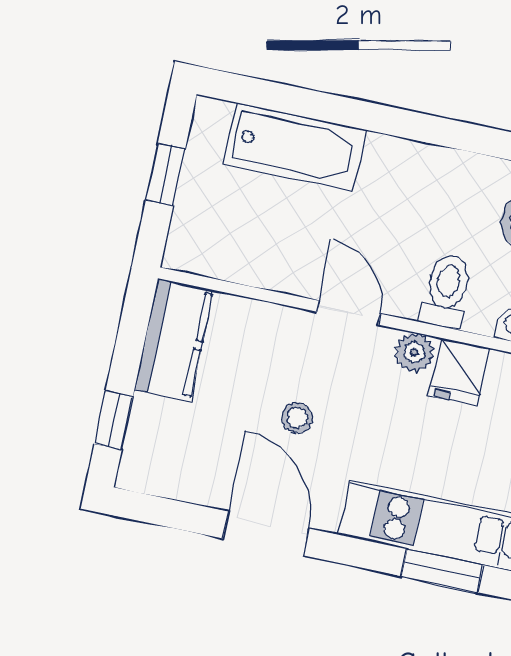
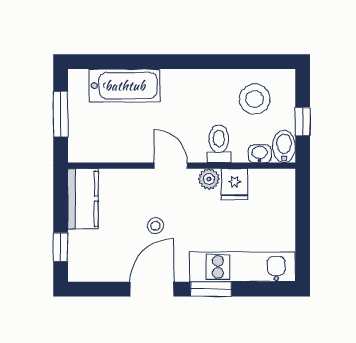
window: (165, 174) -> (61, 114), width x1.50
door: (266, 533) -> (152, 289), hinge flipped
window: (442, 571) -> (211, 289), moved

